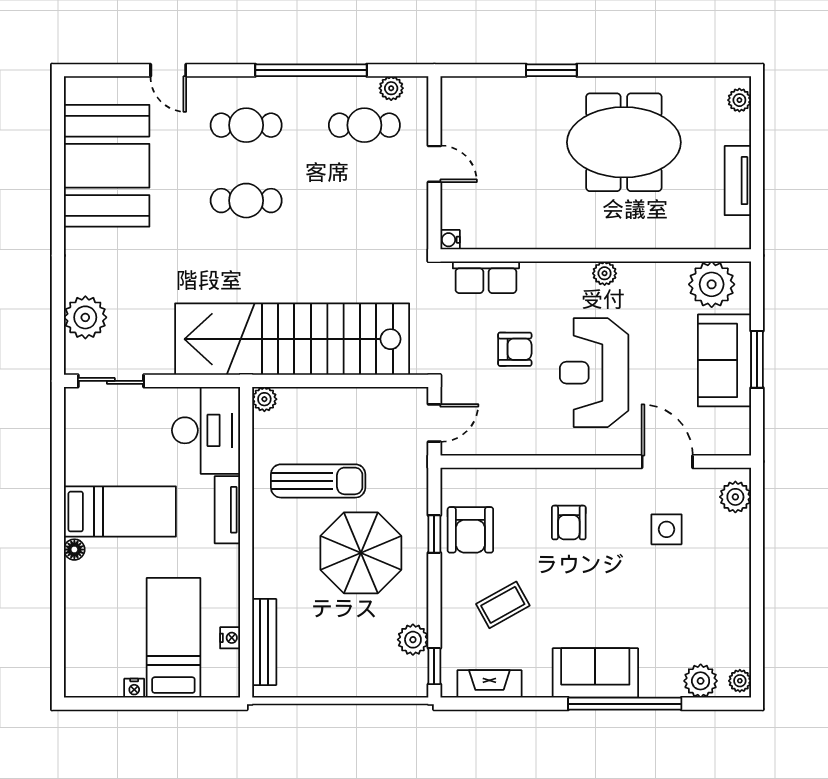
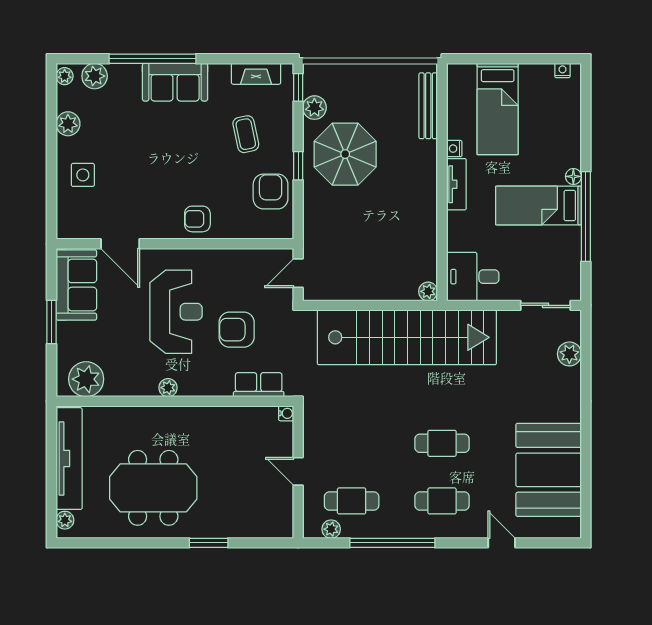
tv unit: (738, 181) -> (69, 459), width x1.92, depth x1.29
plant: (85, 317) -> (569, 354), width x0.73, depth x0.73
armchair: (515, 349) -> (237, 330), width x1.38, depth x1.38
sofa: (724, 360) -> (76, 285), moved
desk: (206, 430) -> (473, 277), width x0.73
sun lounger: (318, 481) -> (387, 229), removed
window: (58, 497) -> (586, 217), added
plant: (735, 497) -> (68, 124), moved
tv unit: (227, 510) -> (456, 184), moved
armchair: (569, 523) -> (197, 219), moved, turned -90
side table: (666, 529) -> (83, 175), moved
window: (434, 534) -> (298, 166), moved
parasol: (361, 553) -> (345, 154), moved
coffee table: (503, 605) -> (246, 134), turned -73
nightstand: (230, 638) -> (454, 149), moved
nightstand: (134, 688) -> (562, 70), moved

